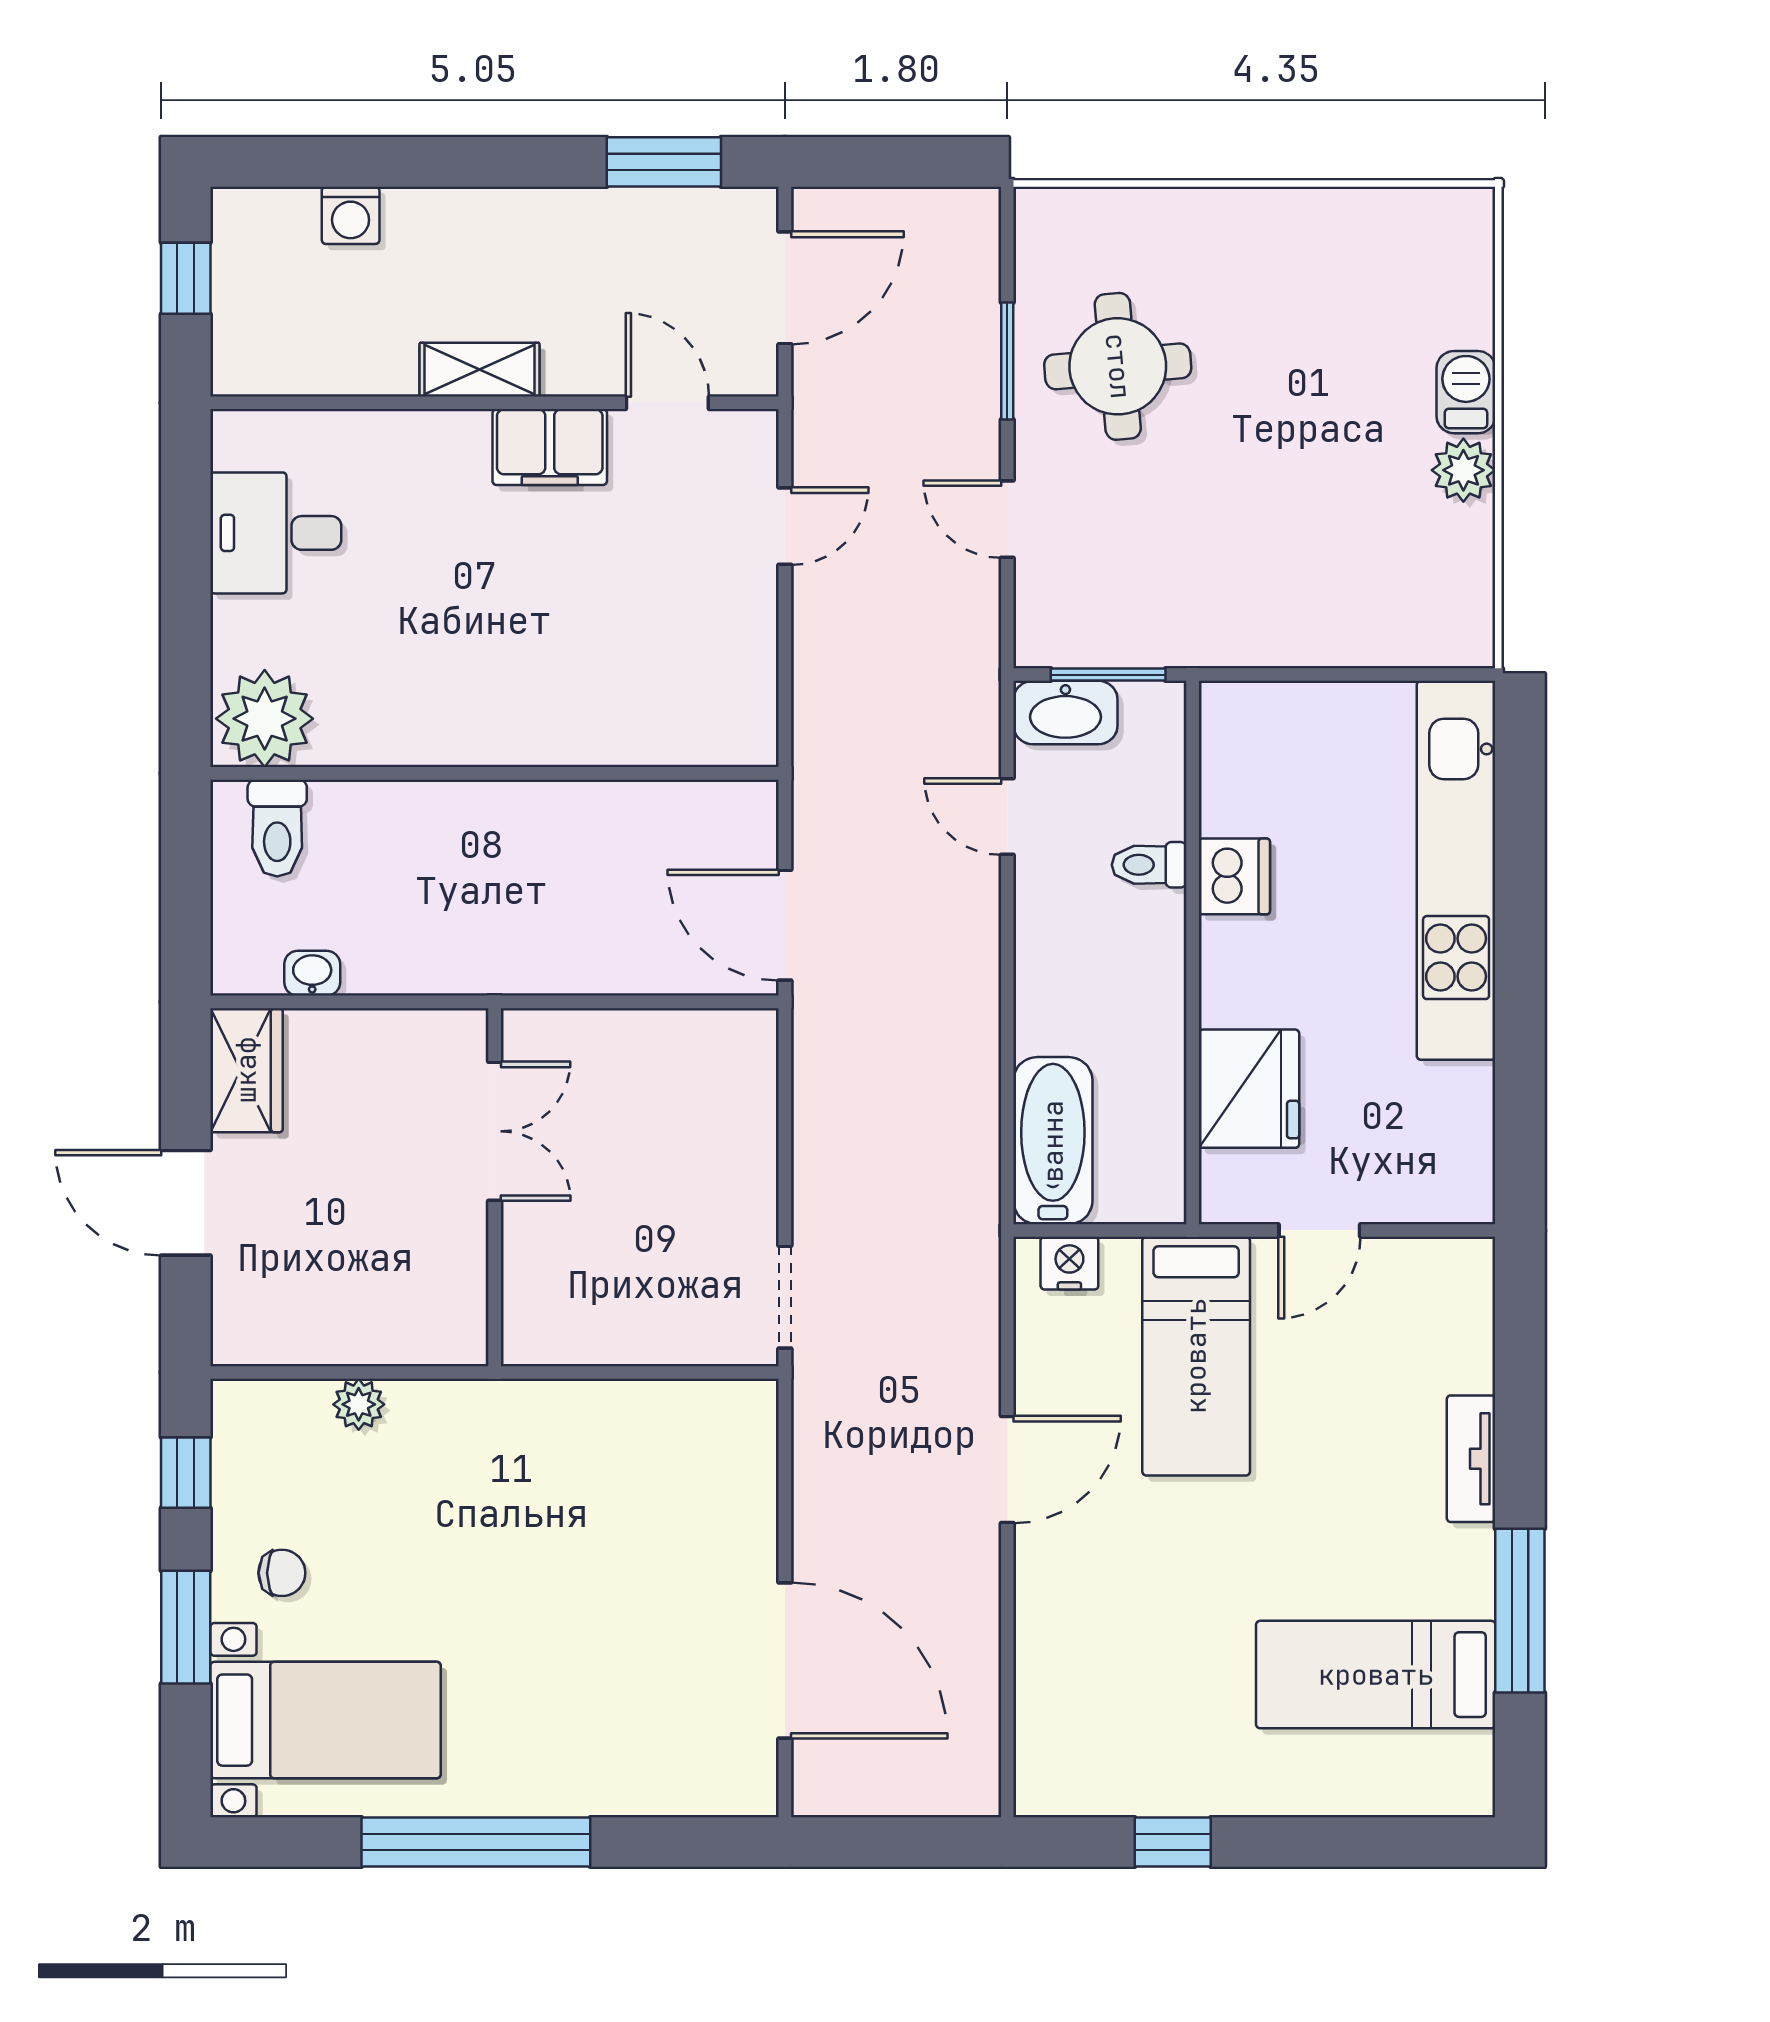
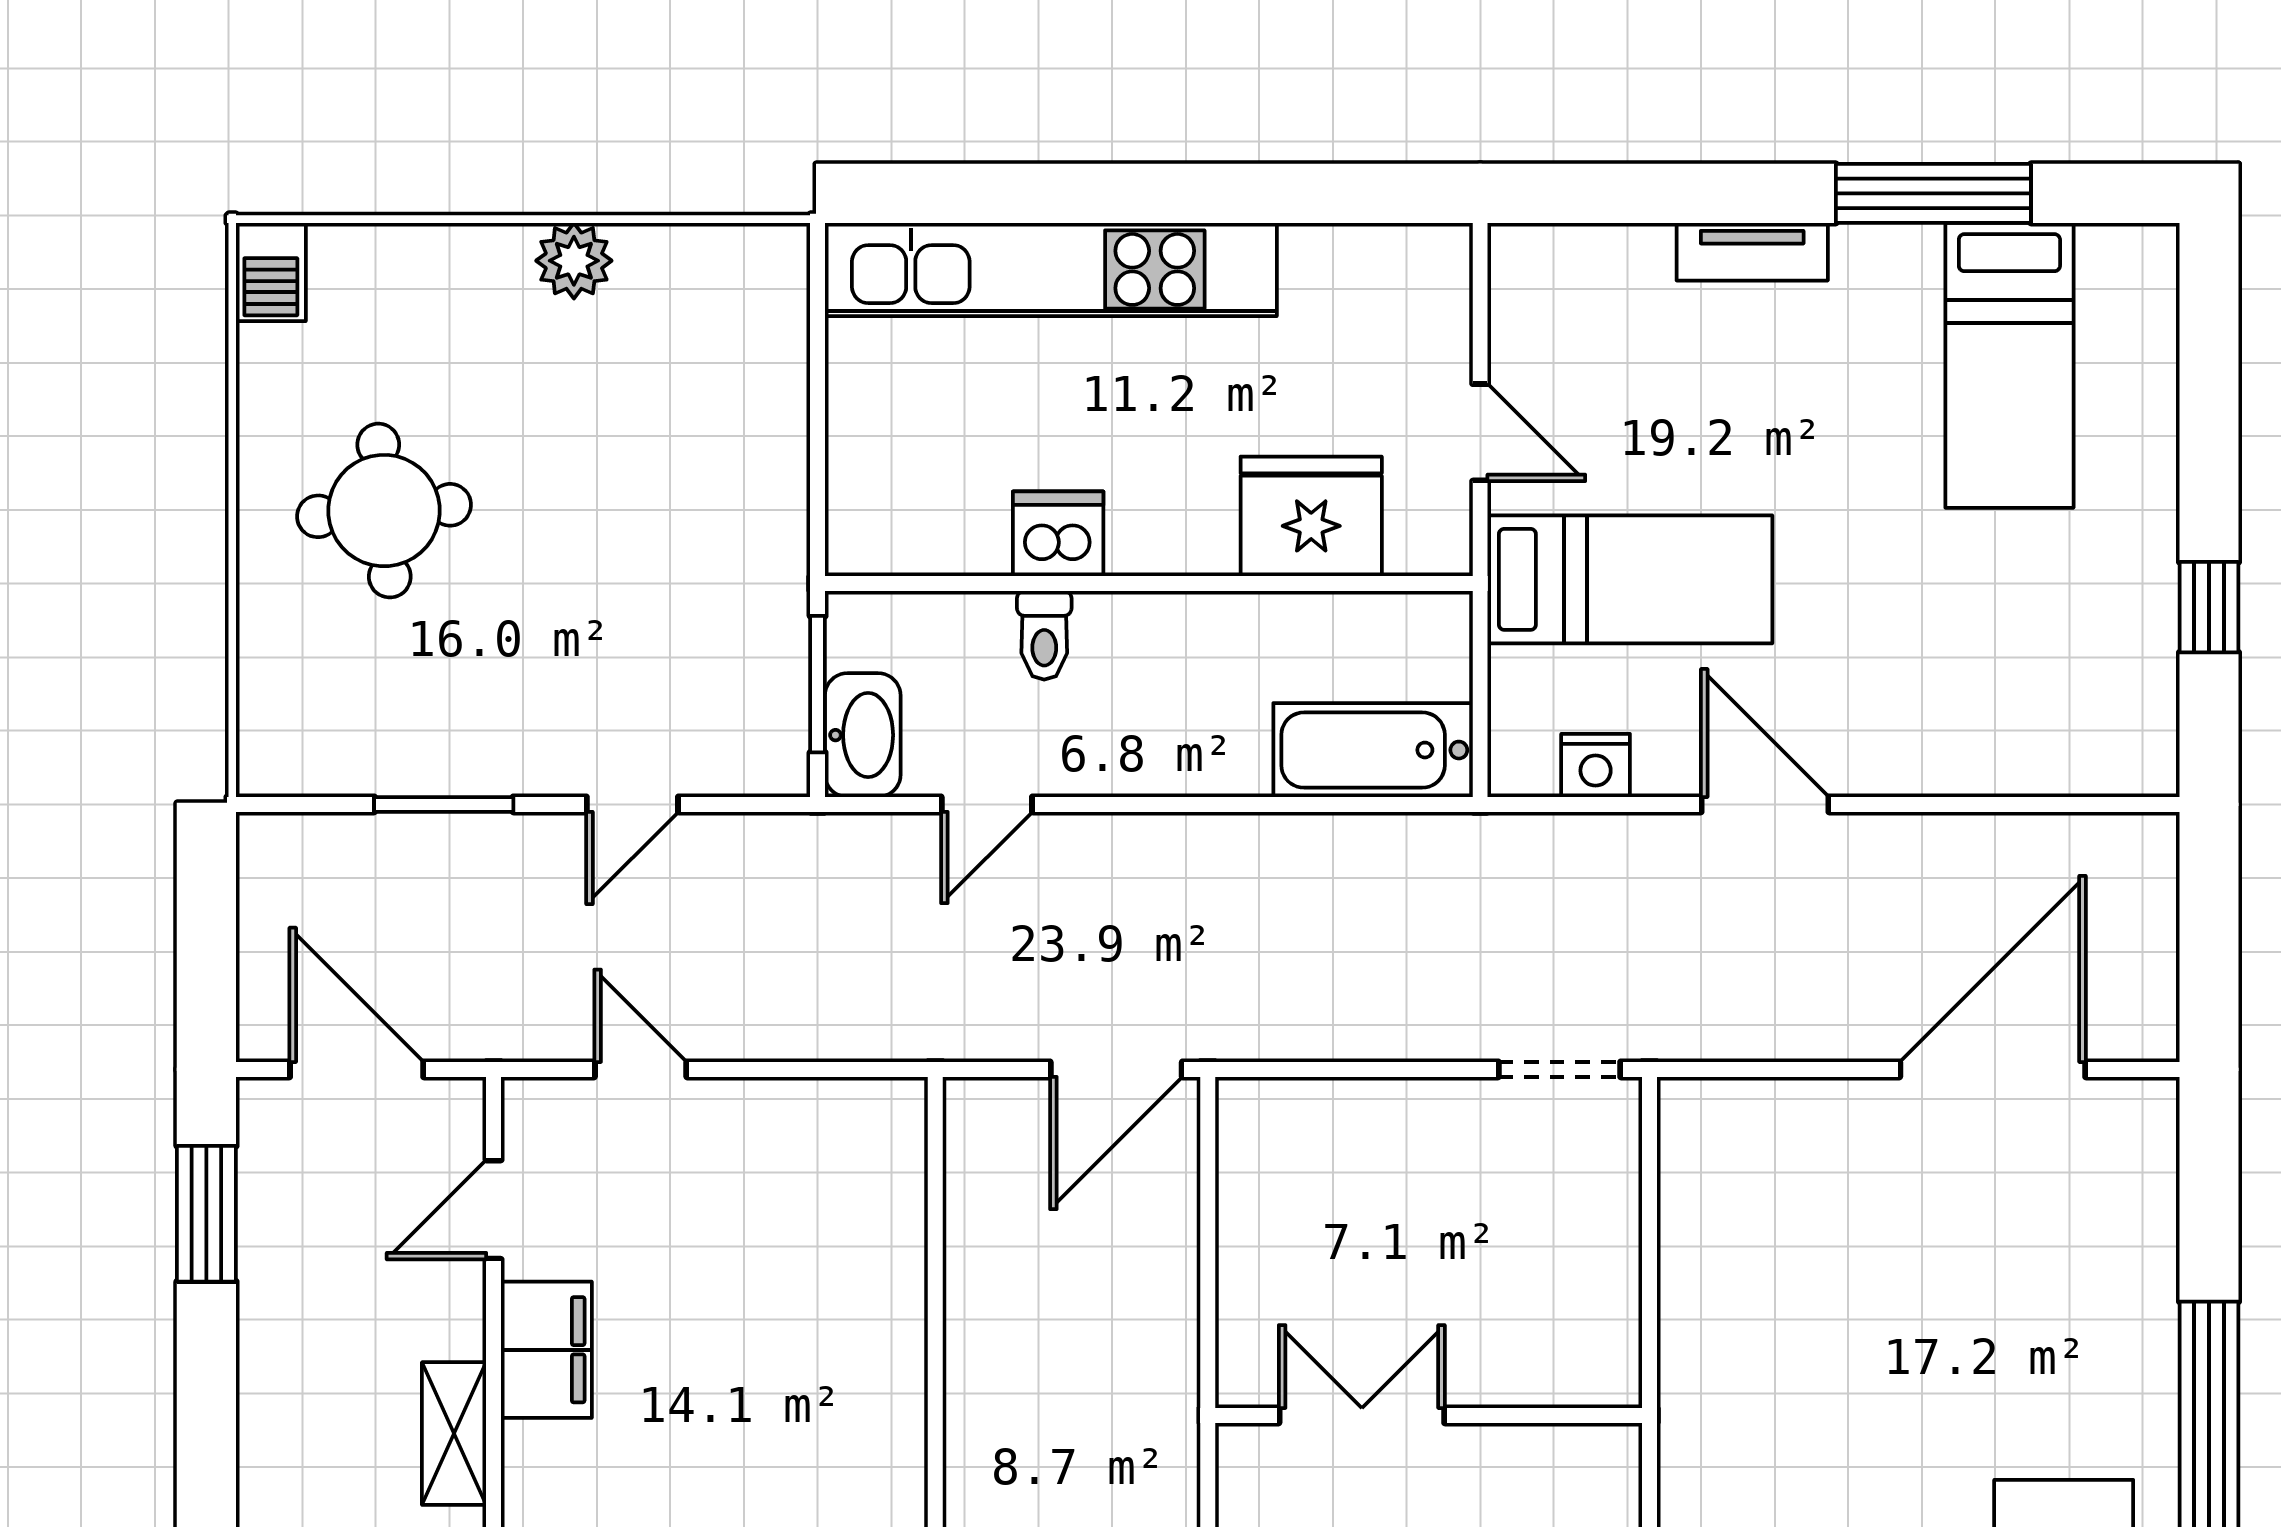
round table: (1118, 366) -> (384, 511), moved
barbecue: (1466, 392) -> (271, 272), moved, turned -90
nightstand: (1069, 1263) -> (1596, 765), moved, turned -90

